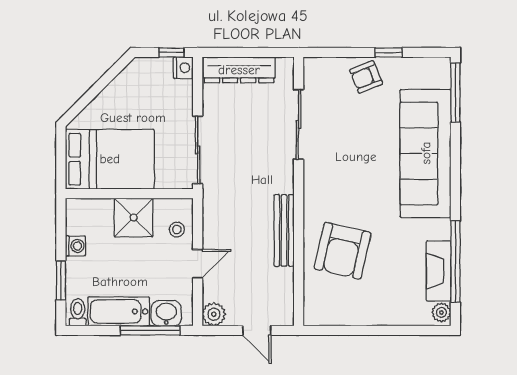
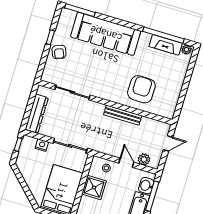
nightstand: (183, 68) -> (42, 145), moved
armchair: (343, 251) -> (141, 89), turned -102
plant: (214, 314) -> (144, 159), moved

